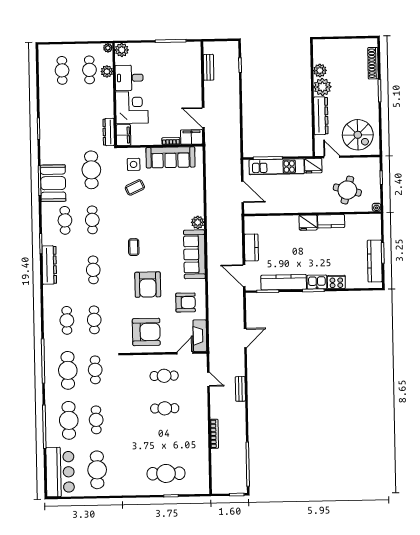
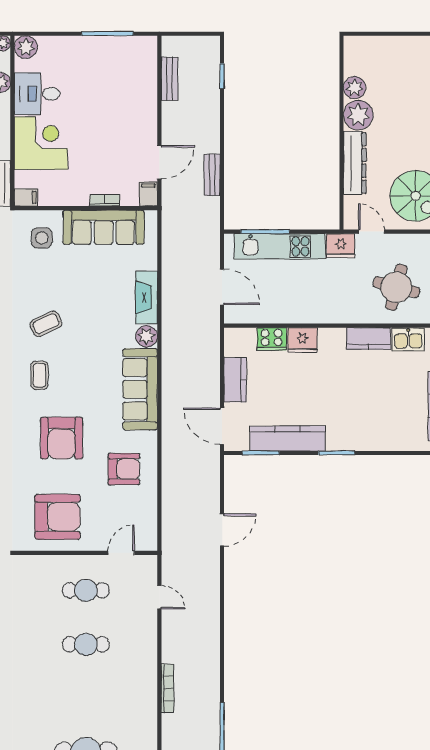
door: (203, 118) -> (159, 162), swing flipped
filing cabinet: (123, 135) -> (26, 197), width x0.50
filing cabinet: (192, 137) -> (148, 194), width x0.50
coffee table: (135, 187) -> (46, 324), moved
fridge: (308, 223) -> (302, 340), moved
kitchen sink: (317, 282) -> (408, 339), moved, turned 180
cooker: (336, 282) -> (272, 339), moved, turned 180
fireplace: (200, 336) -> (147, 297), moved
bench: (240, 389) -> (212, 175), moved

